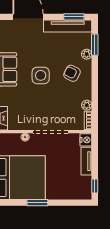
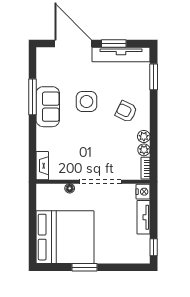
window: (74, 17) -> (114, 43), moved
plant: (87, 54) -> (144, 136), moved
side table: (41, 75) -> (86, 101), moved

